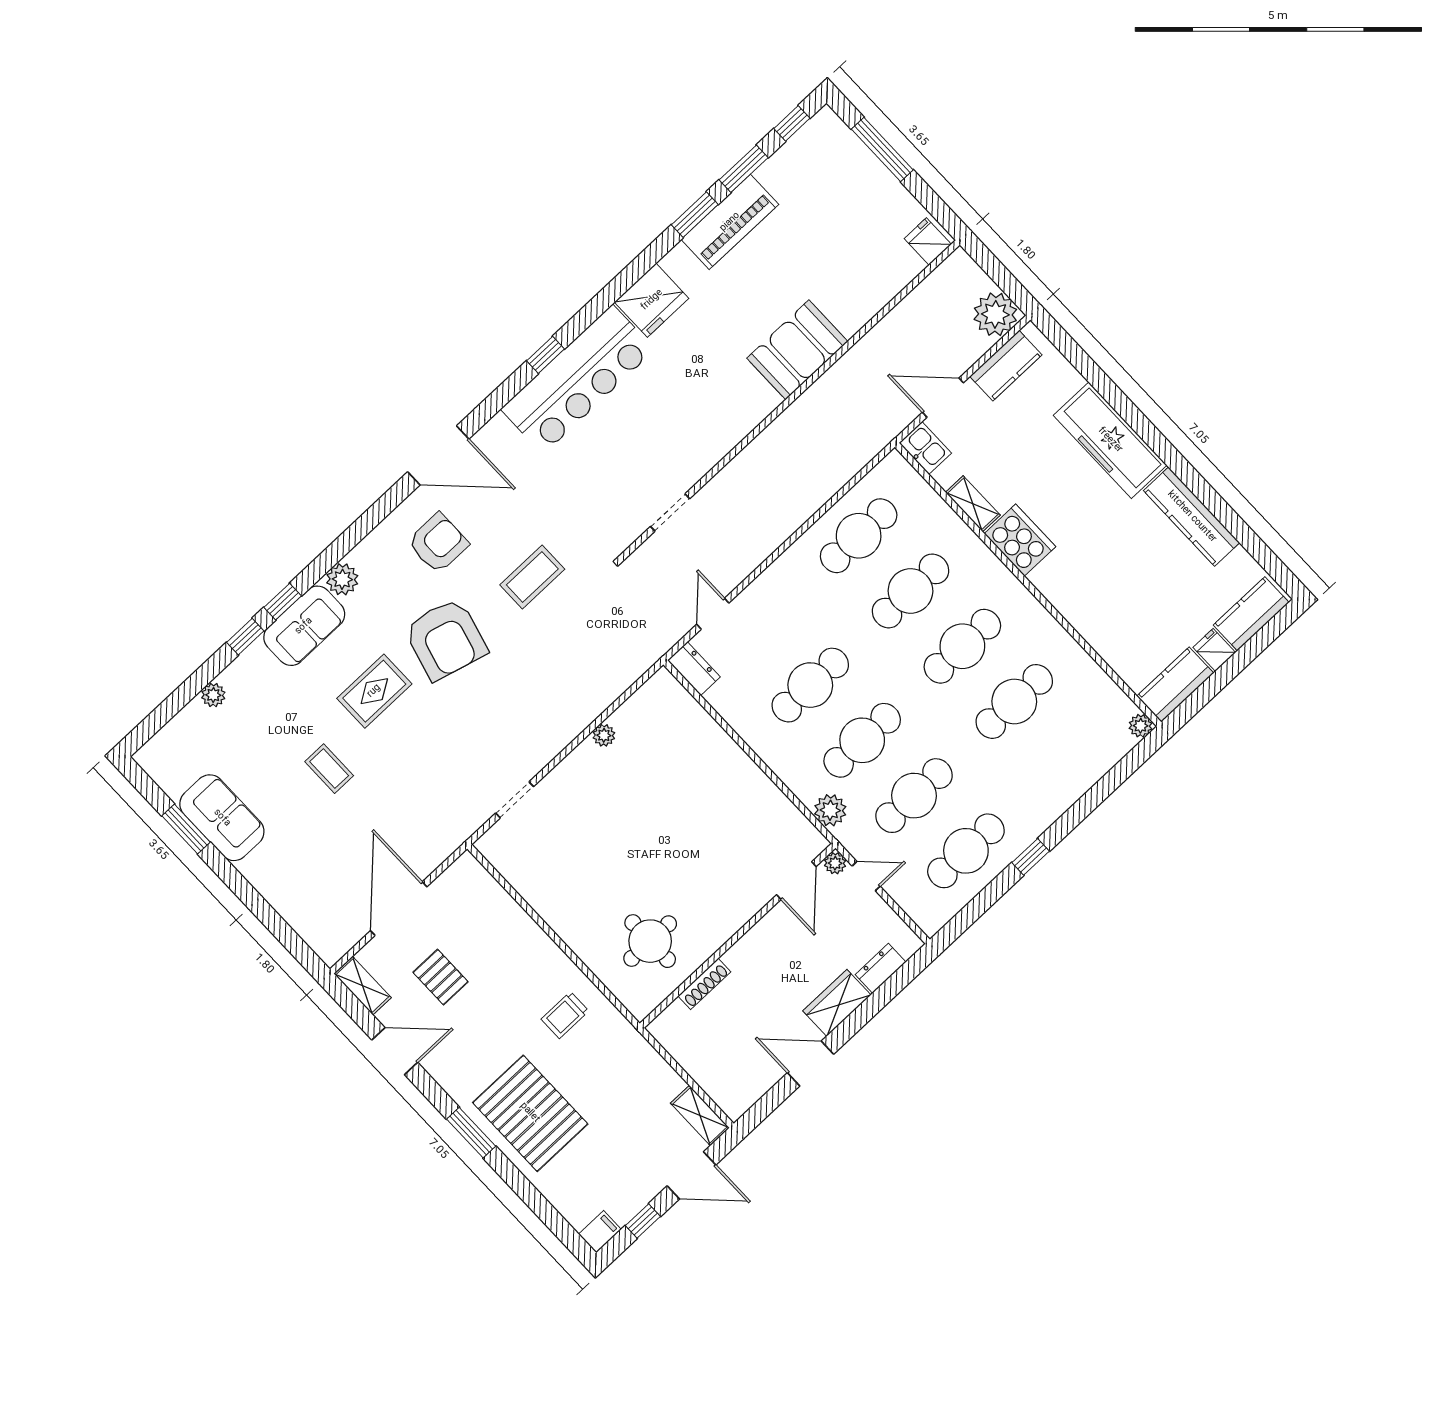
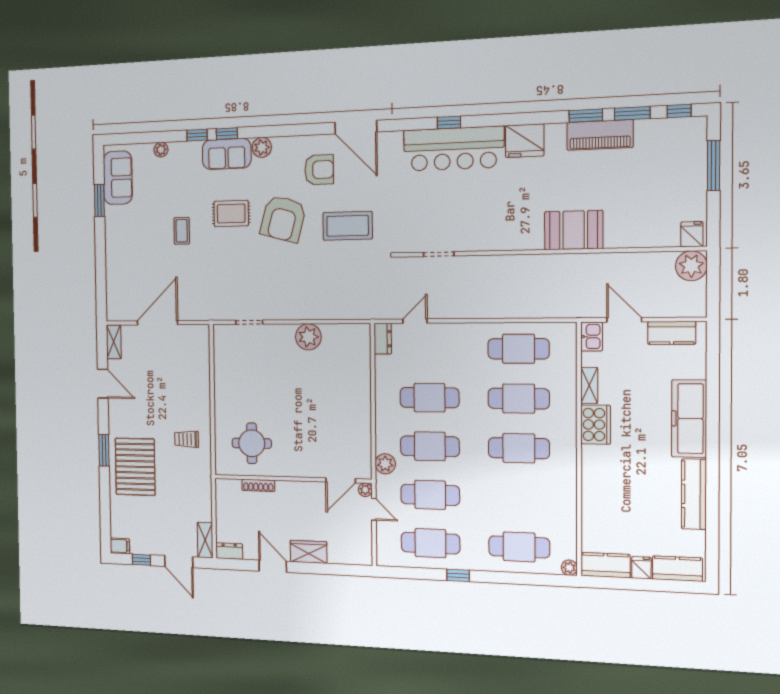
plant: (995, 314) -> (691, 266), moved
coffee table: (532, 577) -> (348, 226), width x1.36, depth x1.32
cafe table: (1014, 701) -> (519, 547), moved
plant: (604, 735) -> (308, 337), width x1.88, depth x1.88
sofa: (222, 818) -> (118, 178), moved
dresser: (881, 968) -> (229, 551), moved
pallet: (441, 977) -> (149, 370), removed

